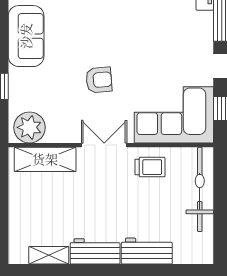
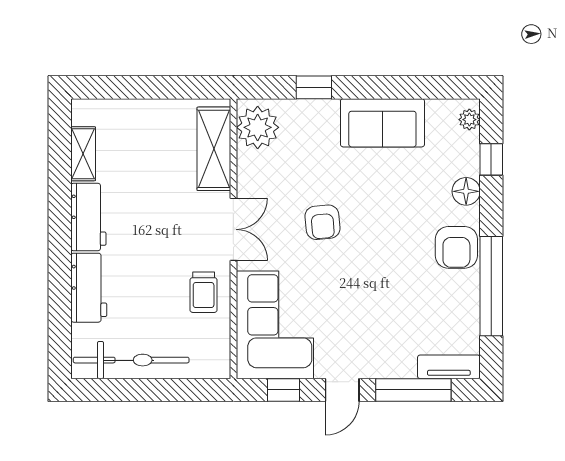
bicycle: (200, 189) -> (131, 360), moved

